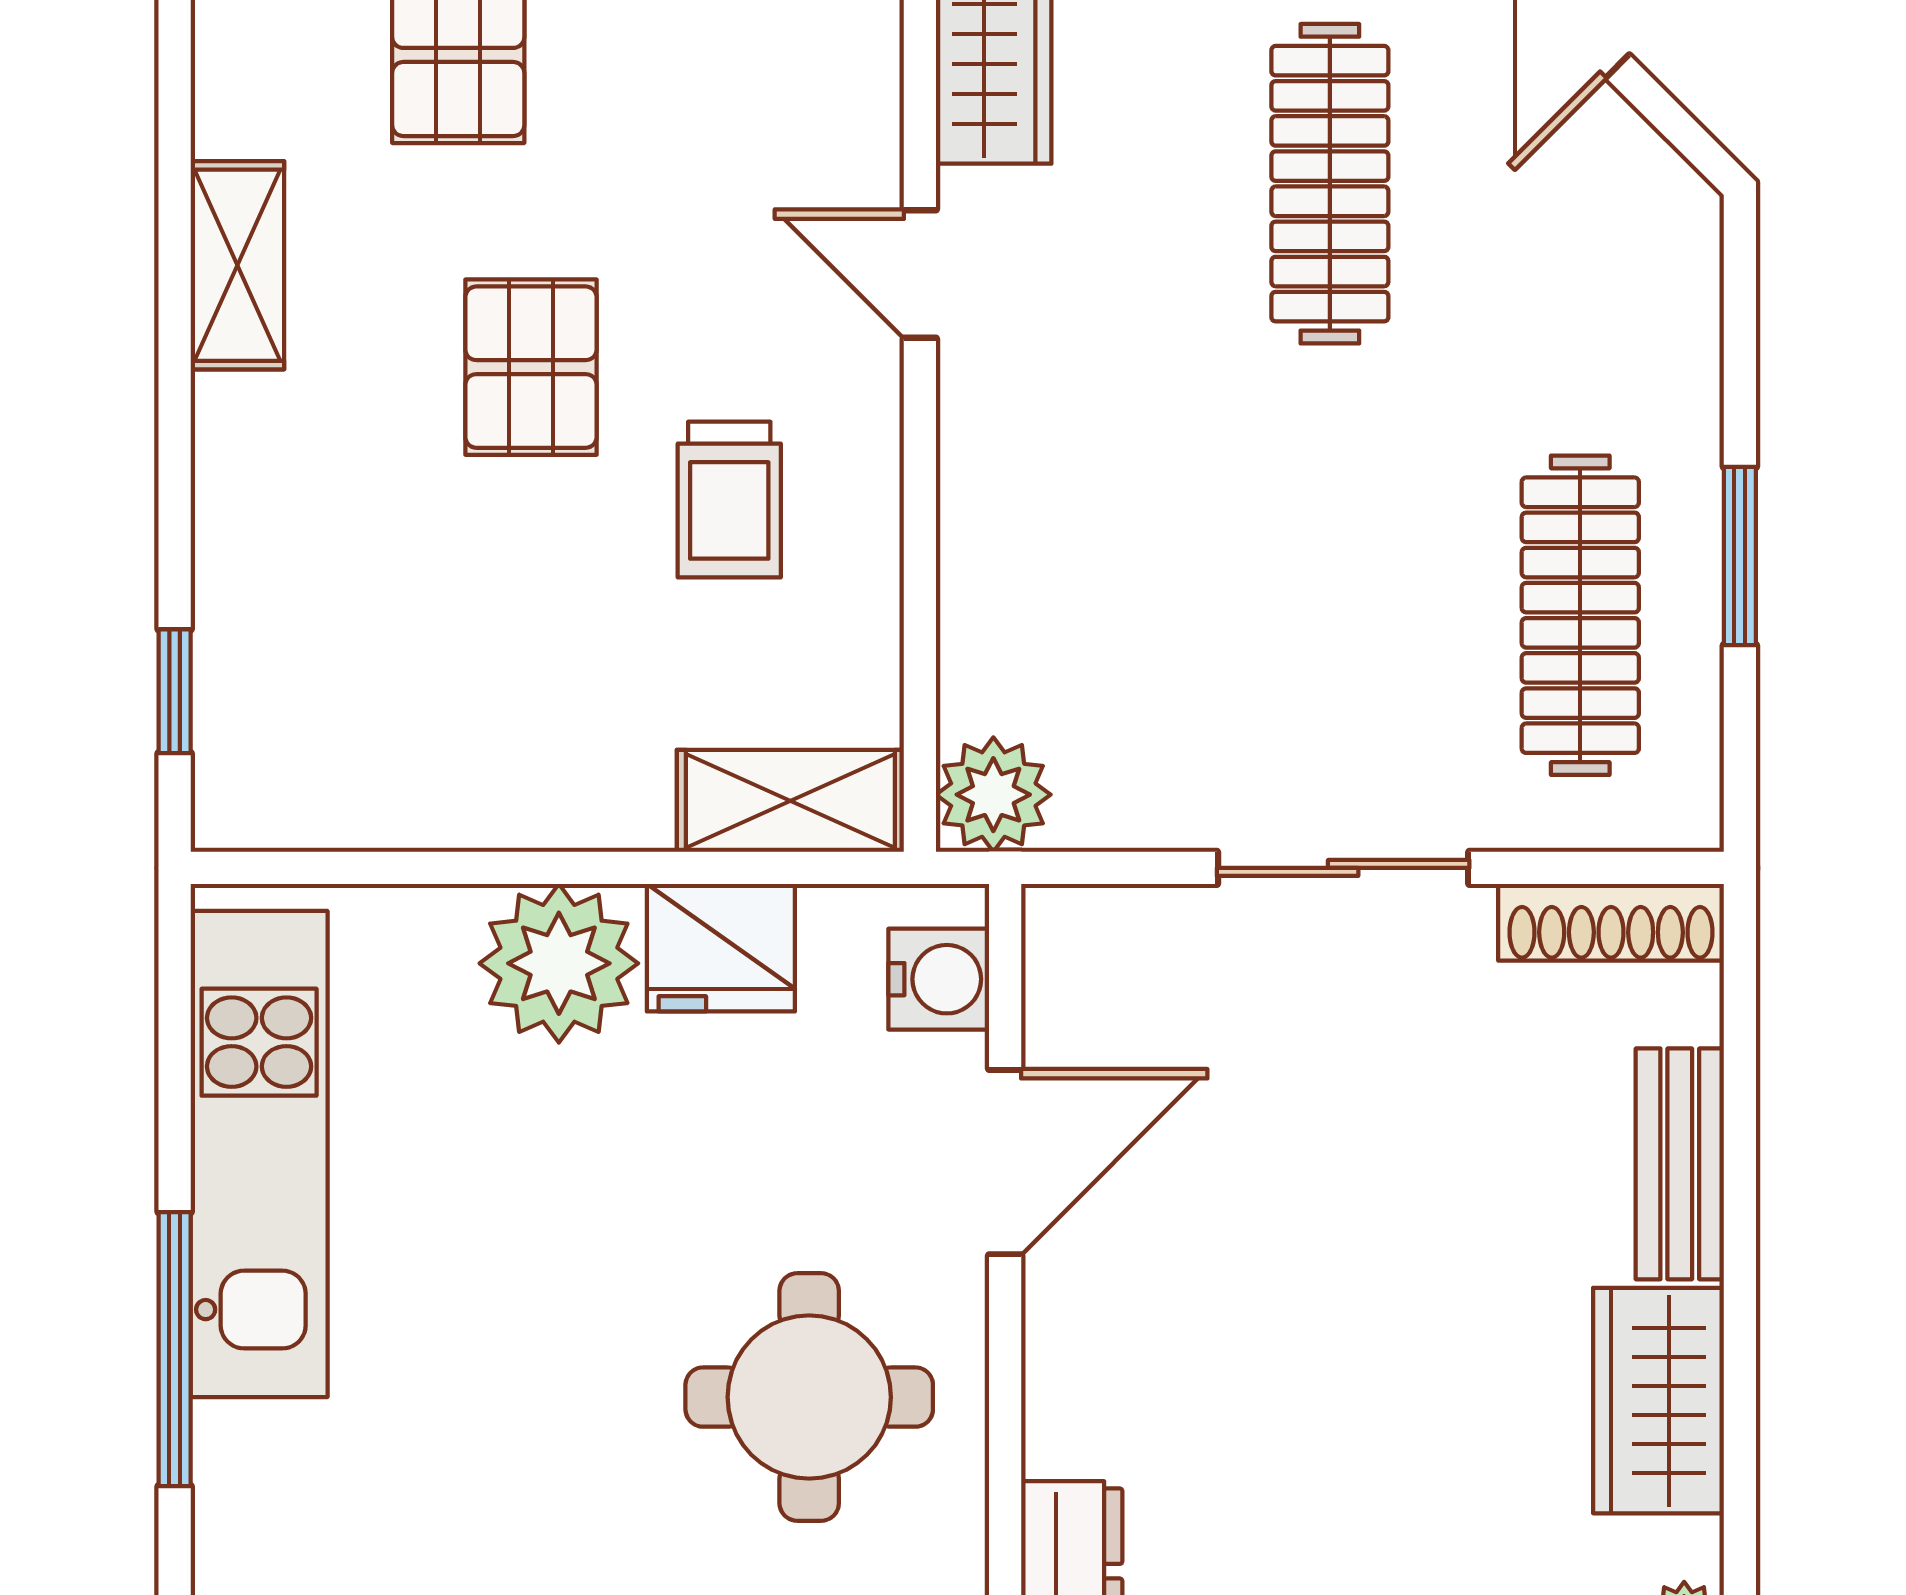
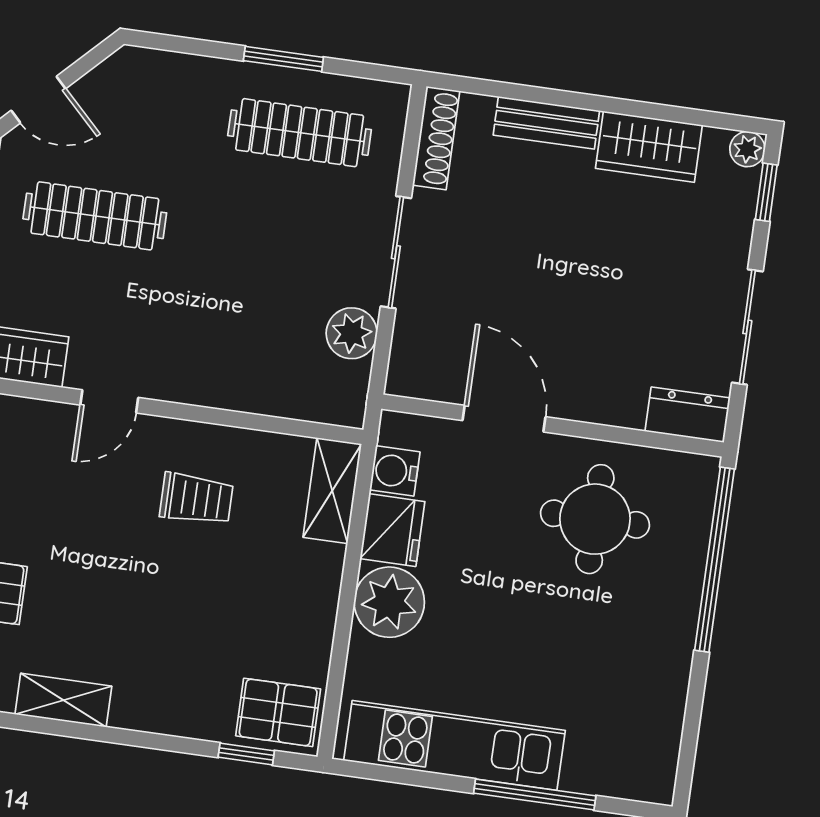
pallet: (531, 367) -> (278, 712), moved
plant: (993, 795) -> (352, 333), moved
water cooler: (939, 979) -> (395, 471), moved, turned -90

